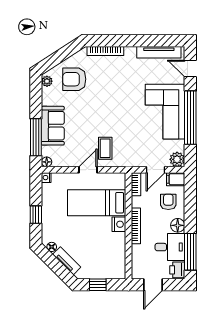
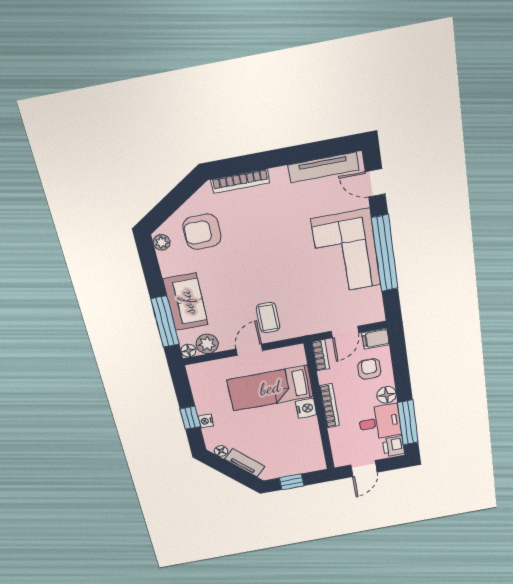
plant: (177, 159) -> (207, 344), moved
nightstand: (46, 178) -> (206, 421), moved

